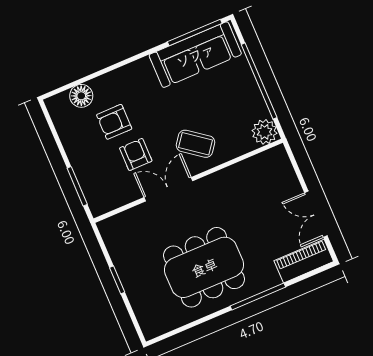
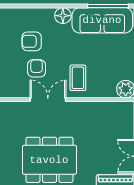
floor lamp: (81, 96) -> (63, 16), moved
coffee table: (195, 144) -> (78, 78), turned 53

